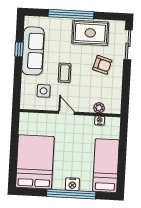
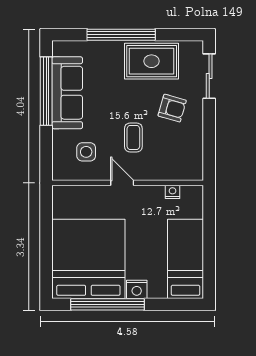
window: (19, 49) -> (46, 91), width x3.17
coffee table: (65, 73) -> (133, 137), moved
plant: (99, 108) -> (171, 173), removed
bed: (35, 162) -> (88, 259), width x1.36
window: (71, 194) -> (108, 304), moved

